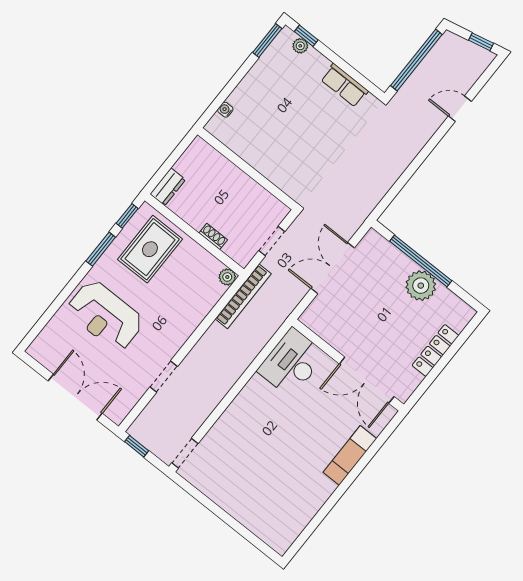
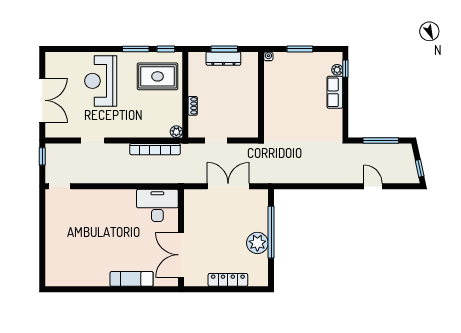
window: (267, 40) -> (300, 49), moved
window: (416, 60) -> (381, 141), width x0.68
row of seats: (344, 85) -> (335, 92), moved
window: (178, 152) -> (224, 49), added
wall: (247, 169) -> (261, 95), moved
dresser: (168, 187) -> (223, 59), moved, width x1.44
bookcase: (243, 296) -> (155, 149), moved

